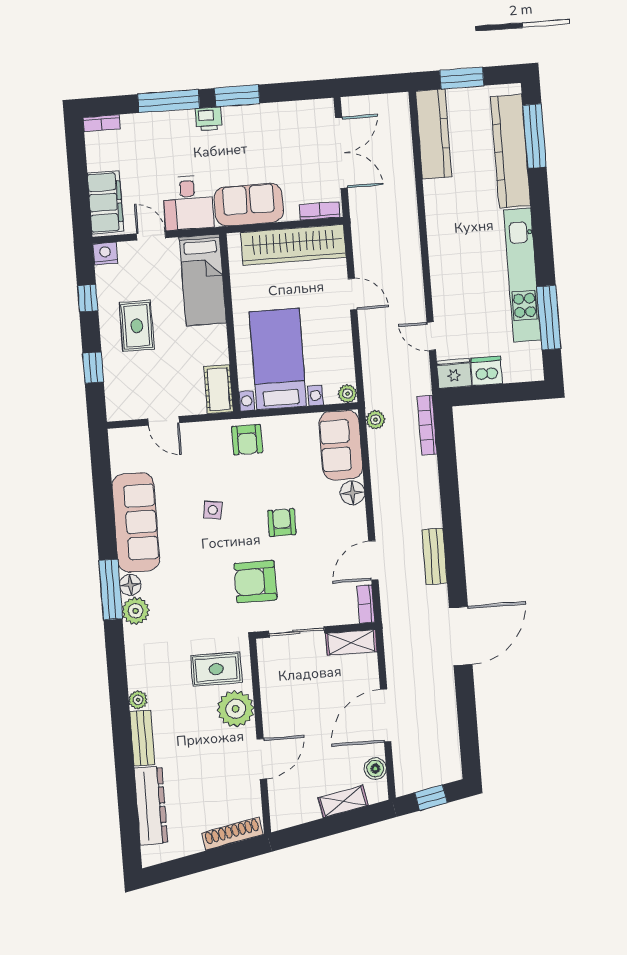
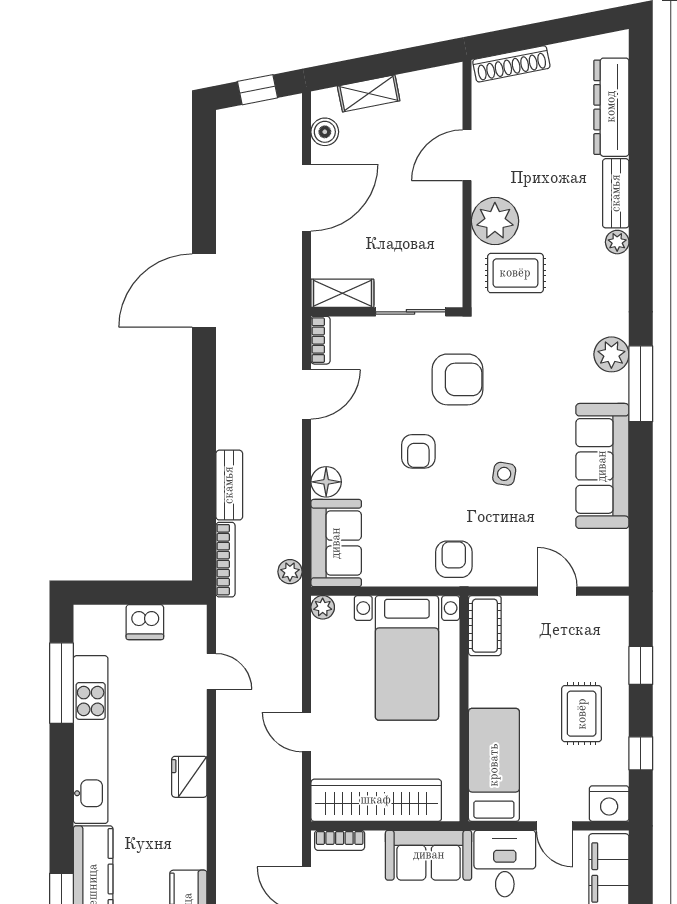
nightstand: (105, 253) -> (609, 804), width x1.36, depth x1.33
fridge: (454, 373) -> (189, 777), moved, turned 90
bench: (434, 556) -> (229, 485), moved
floor lamp: (130, 585) -> (616, 388), removed

